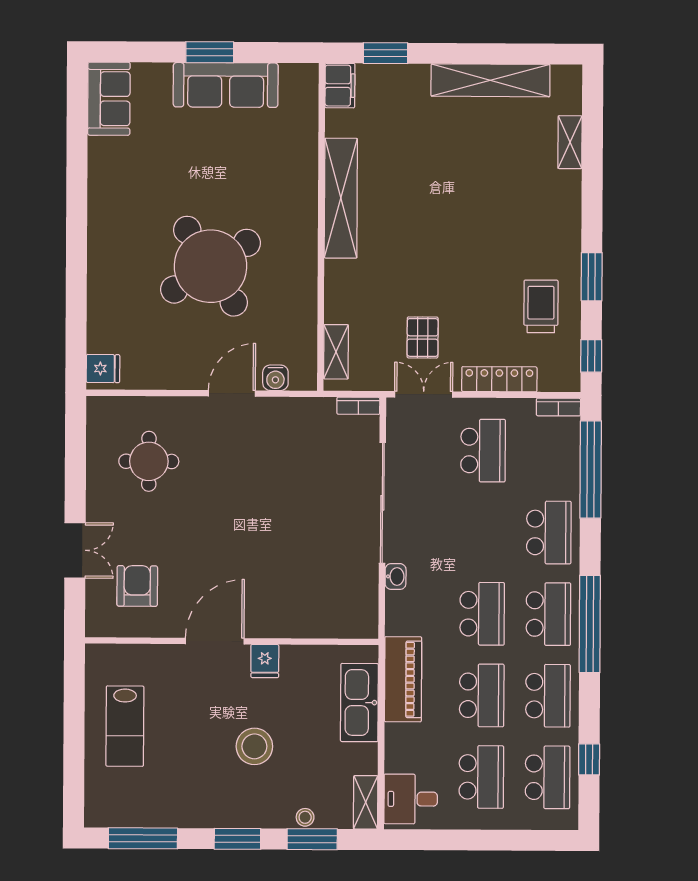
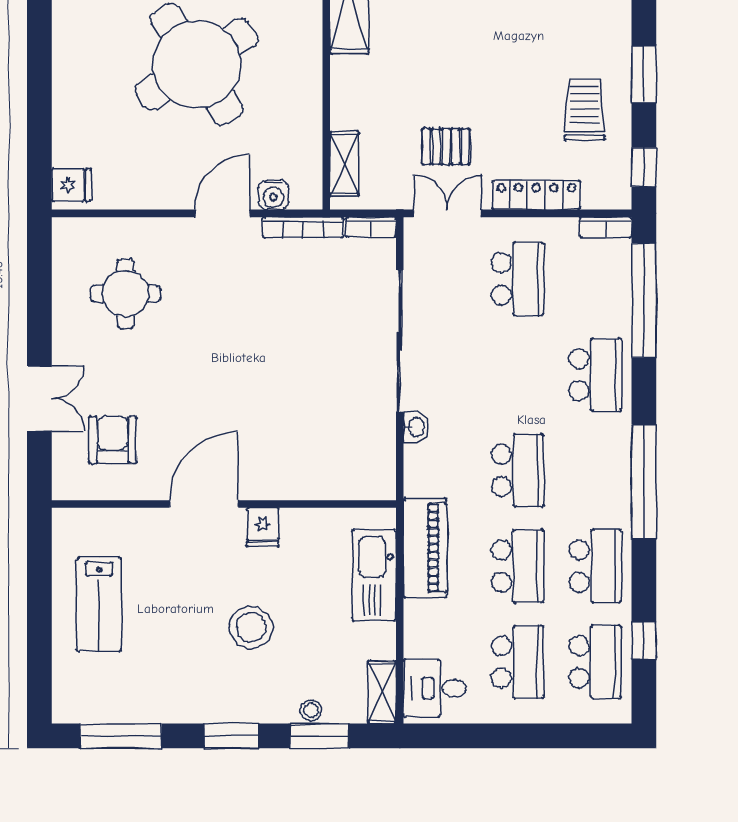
pallet: (423, 337) -> (446, 147), turned 90
bookcase: (300, 406) -> (303, 227), added
school desk: (548, 614) -> (595, 470), removed

